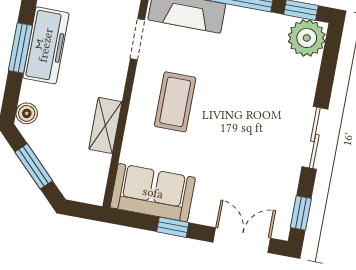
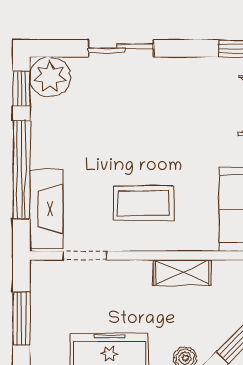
sliding door: (315, 138) -> (121, 48), moved

